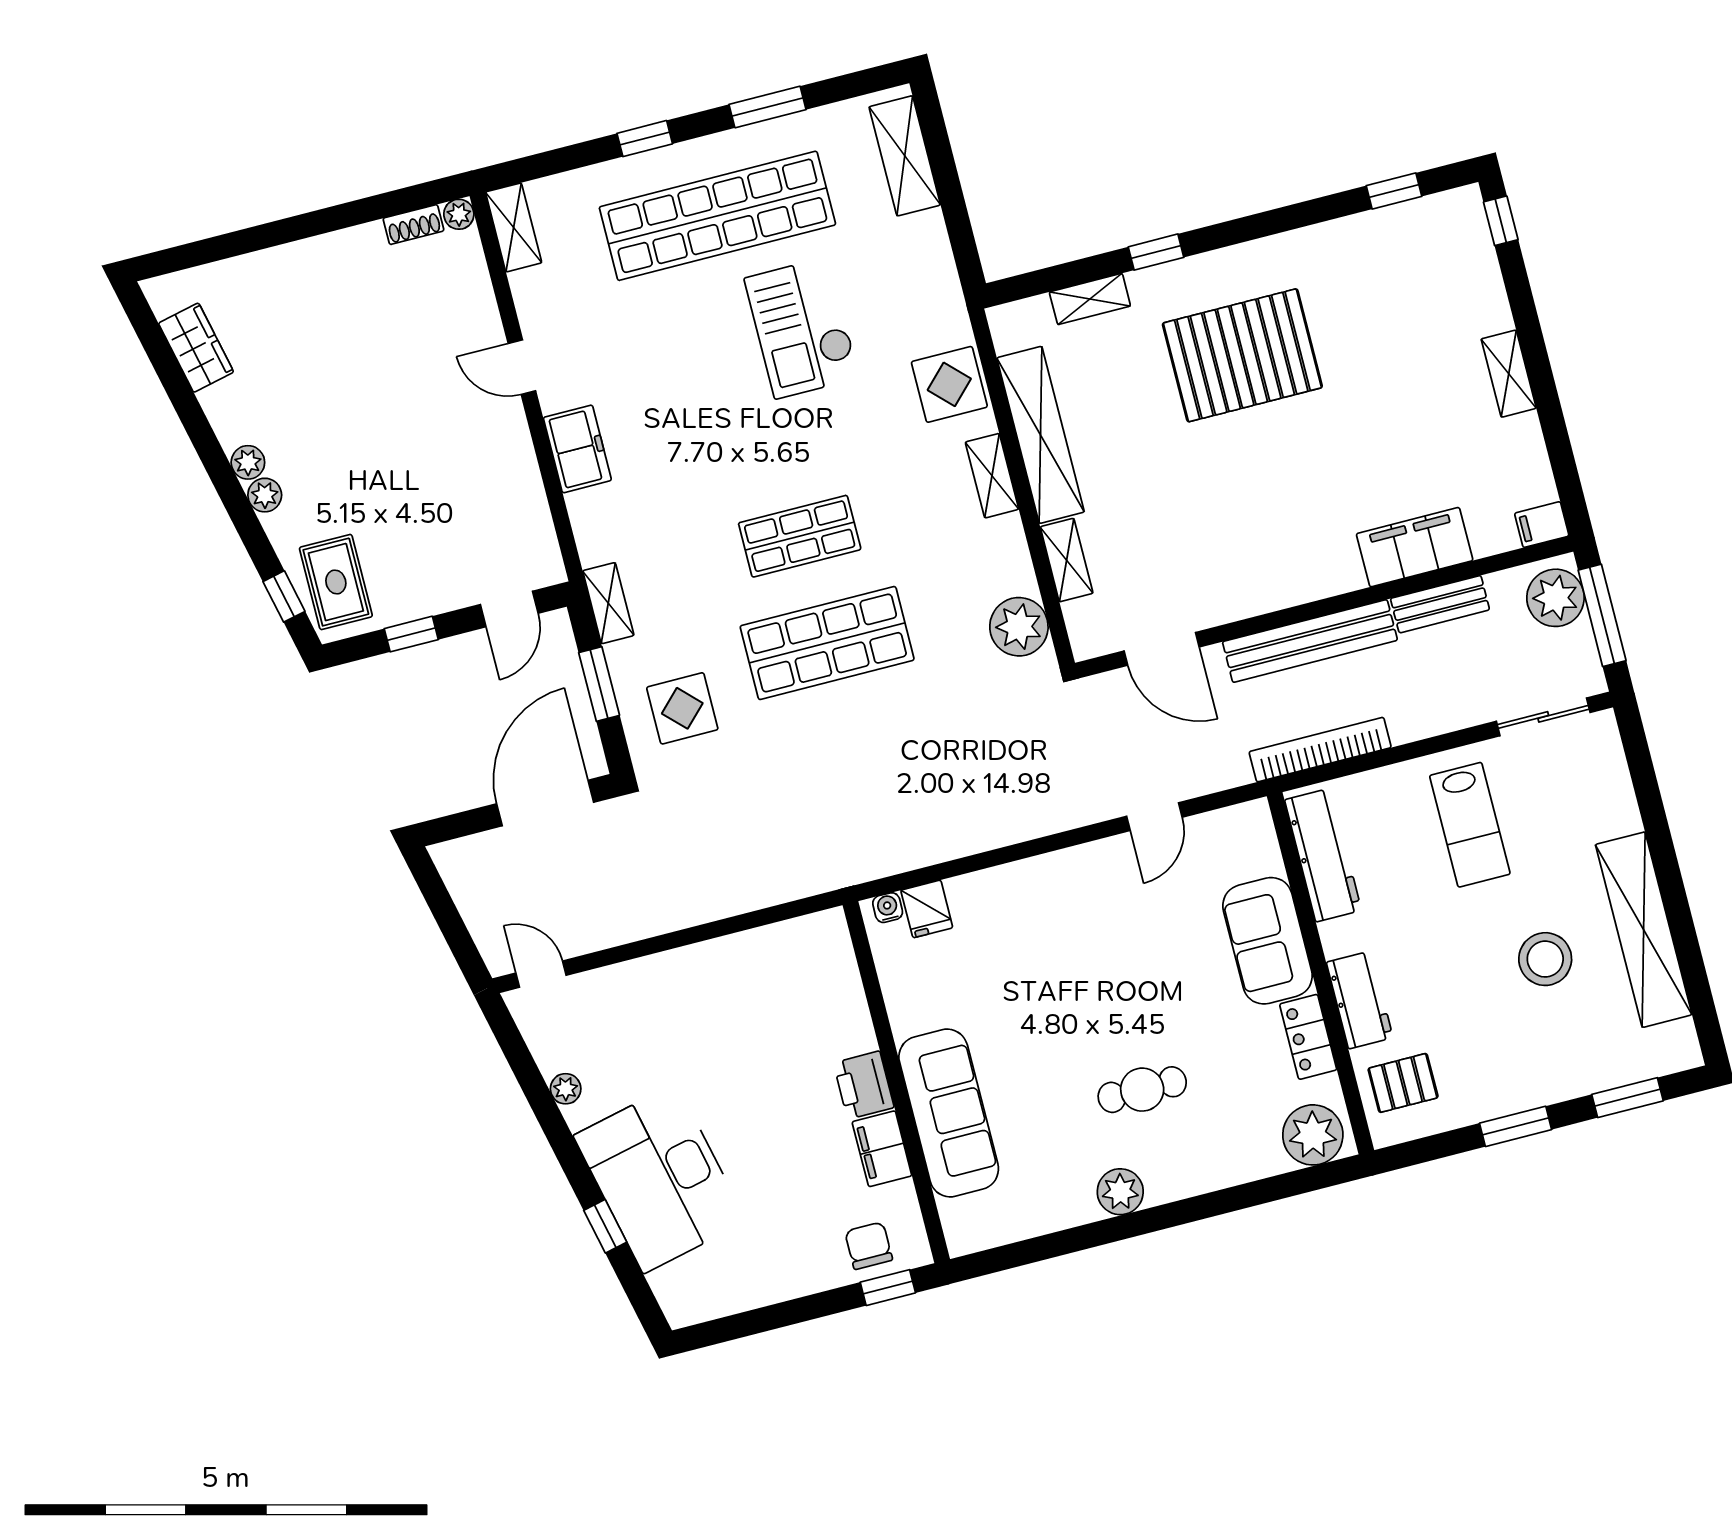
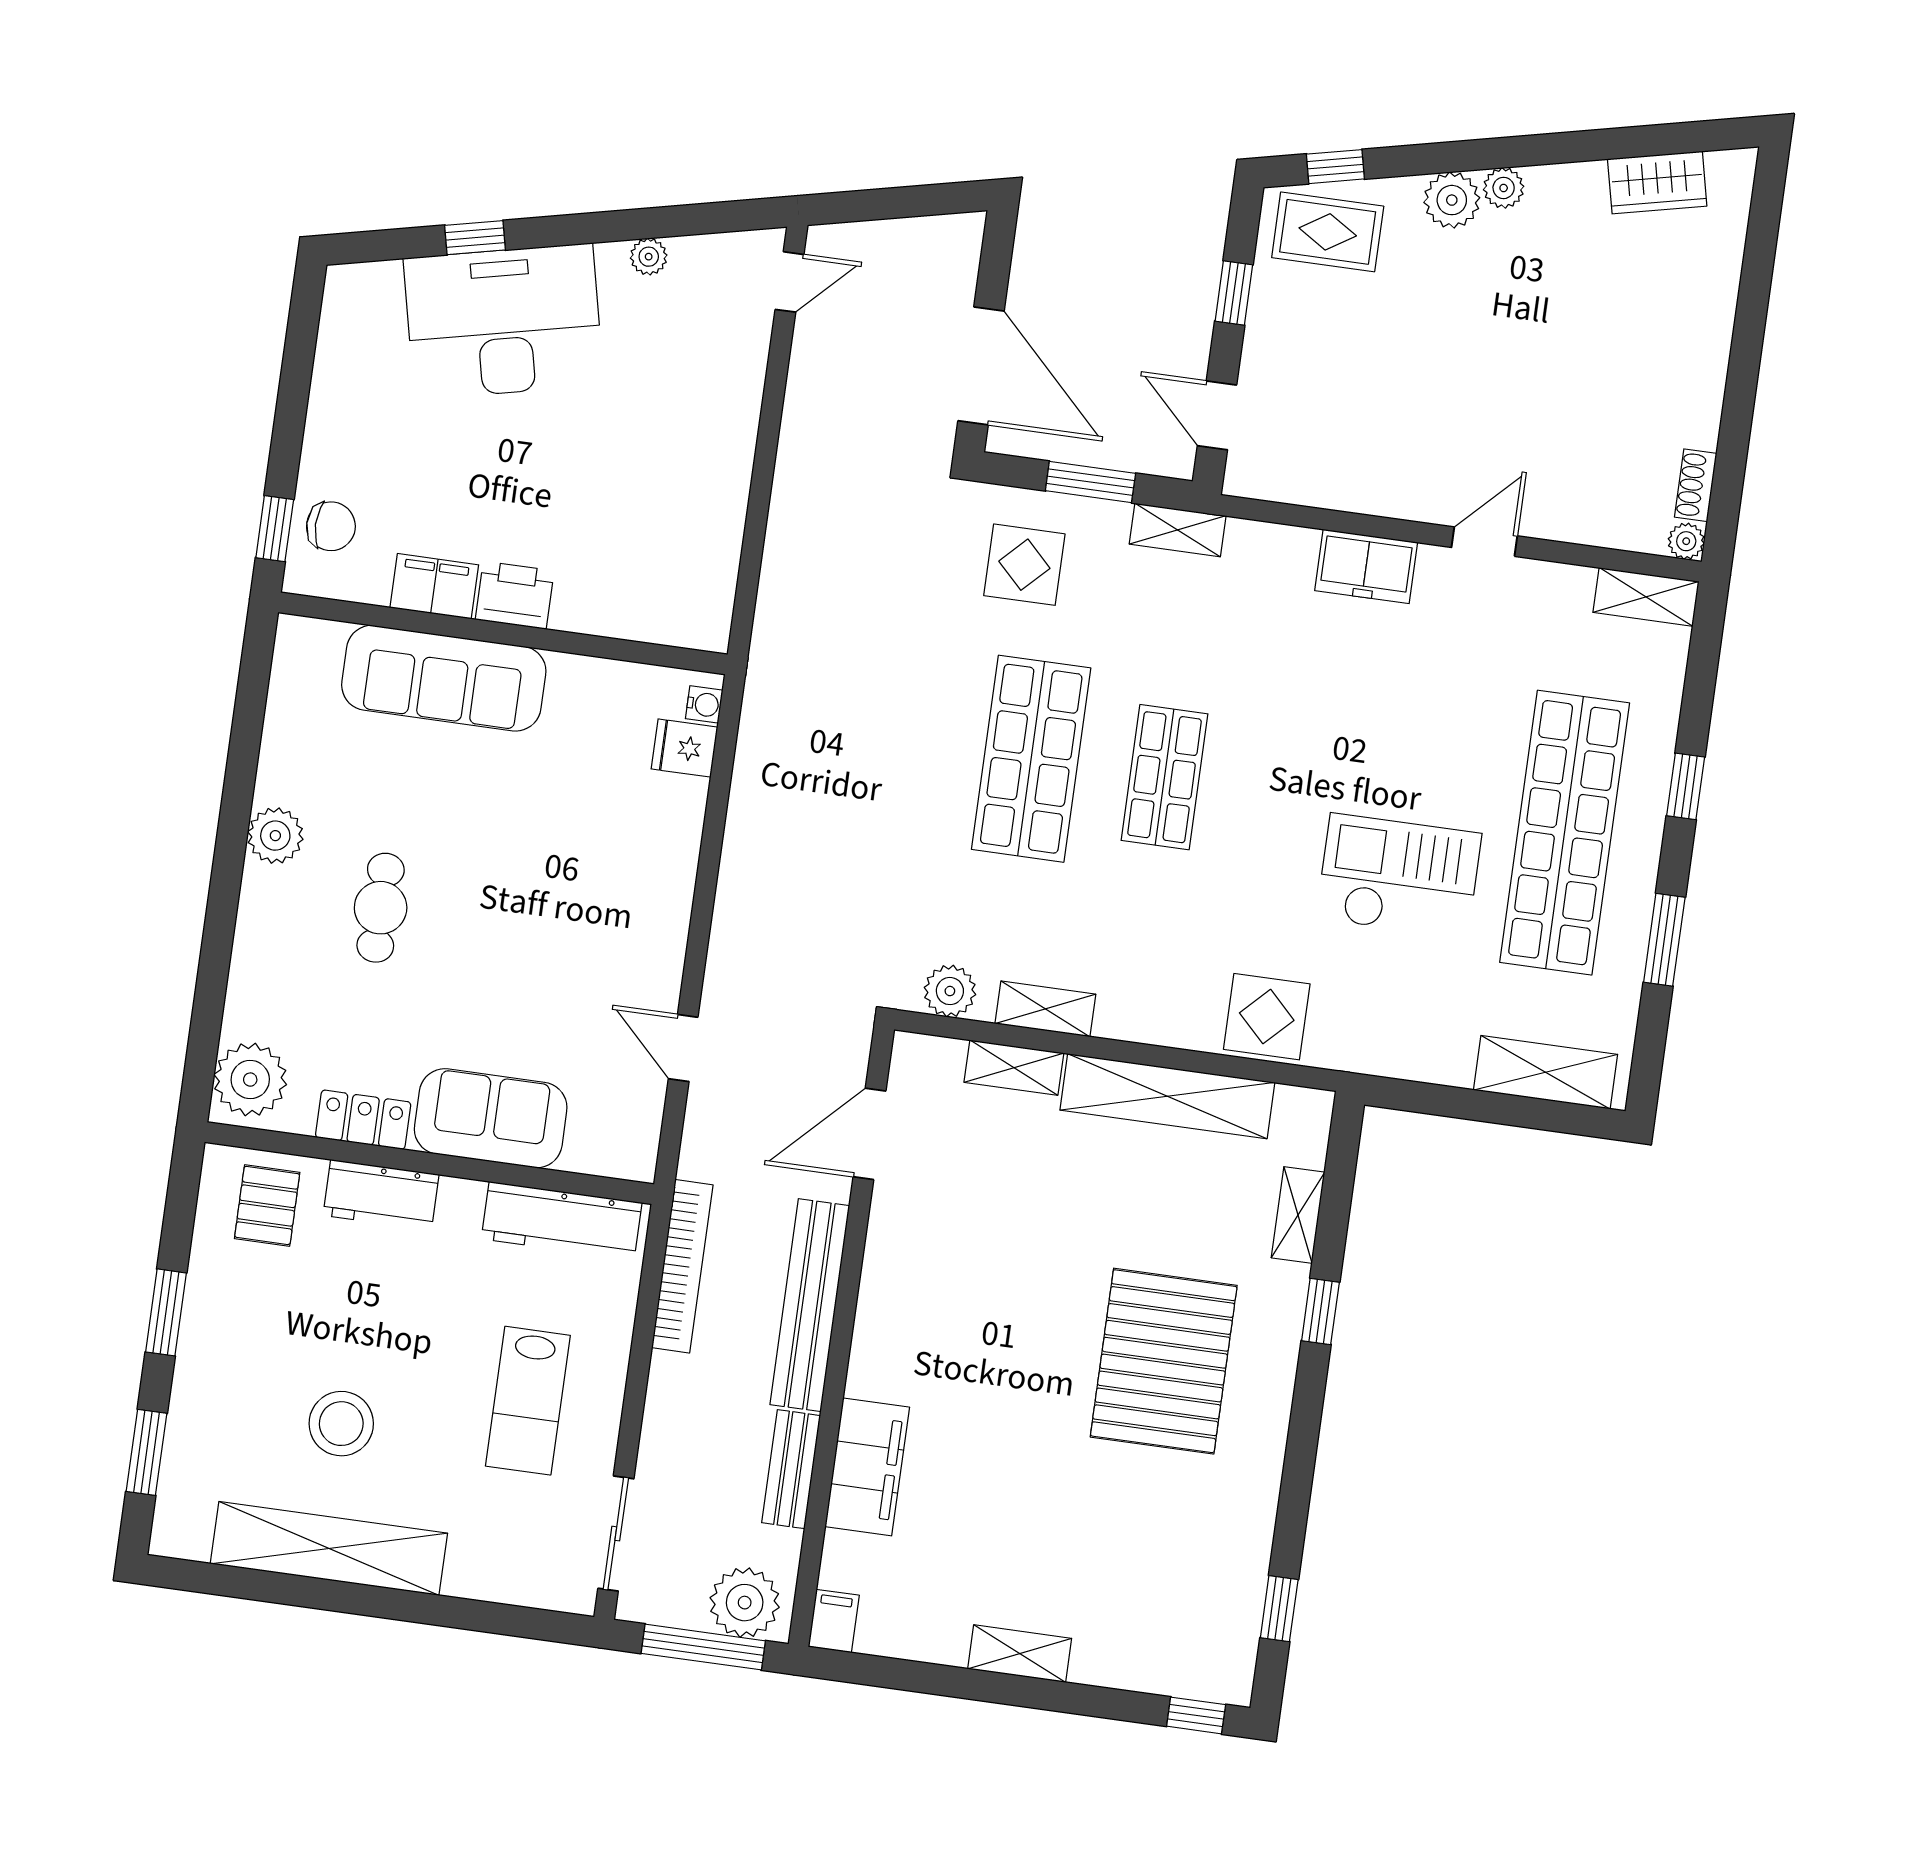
shelving: (992, 476) -> (1045, 1009), moved
plant: (265, 495) -> (1452, 200), width x1.38, depth x1.38
plant: (1019, 627) -> (950, 991), width x0.73, depth x0.73
lab bench: (1470, 825) -> (528, 1401), turned -90

